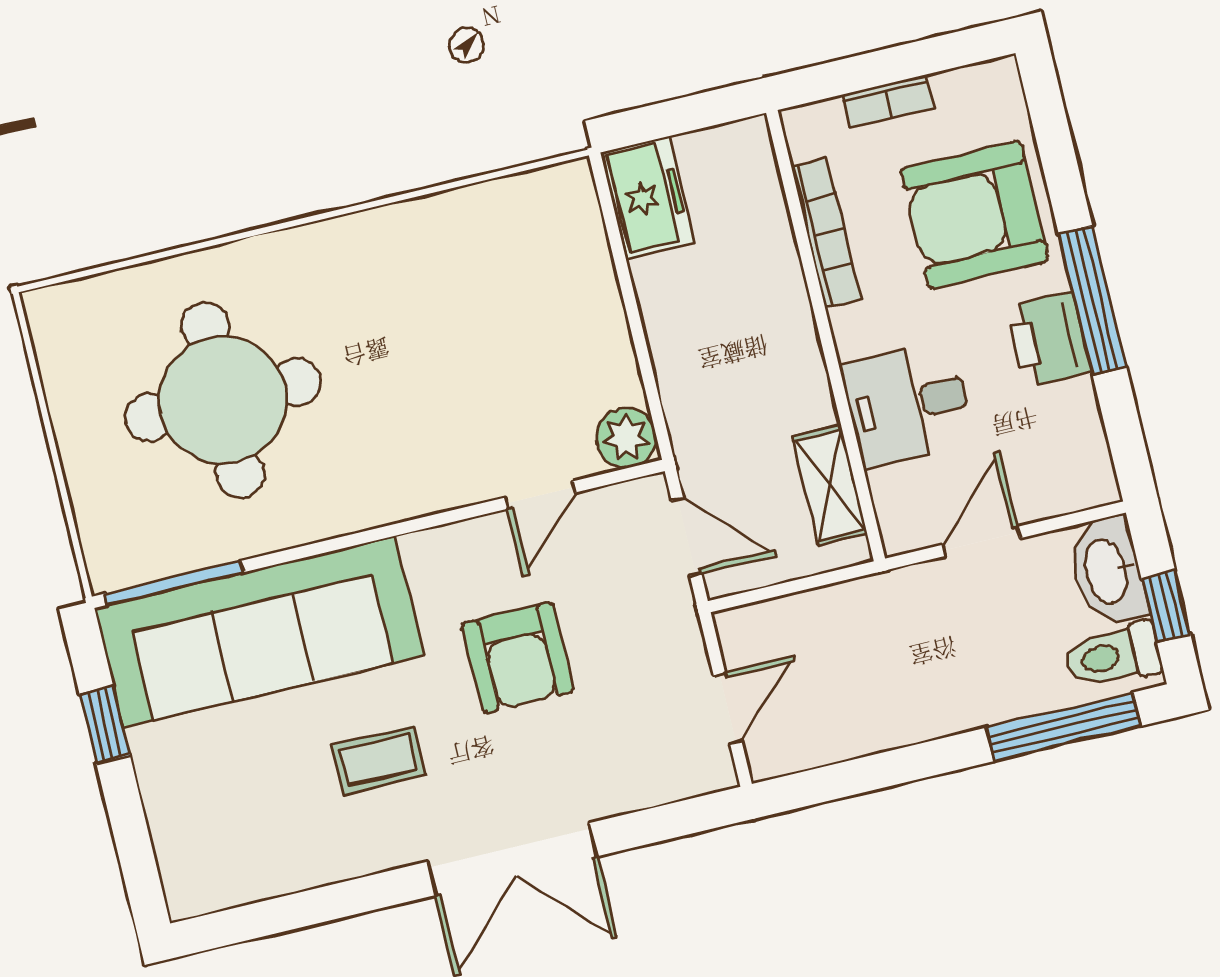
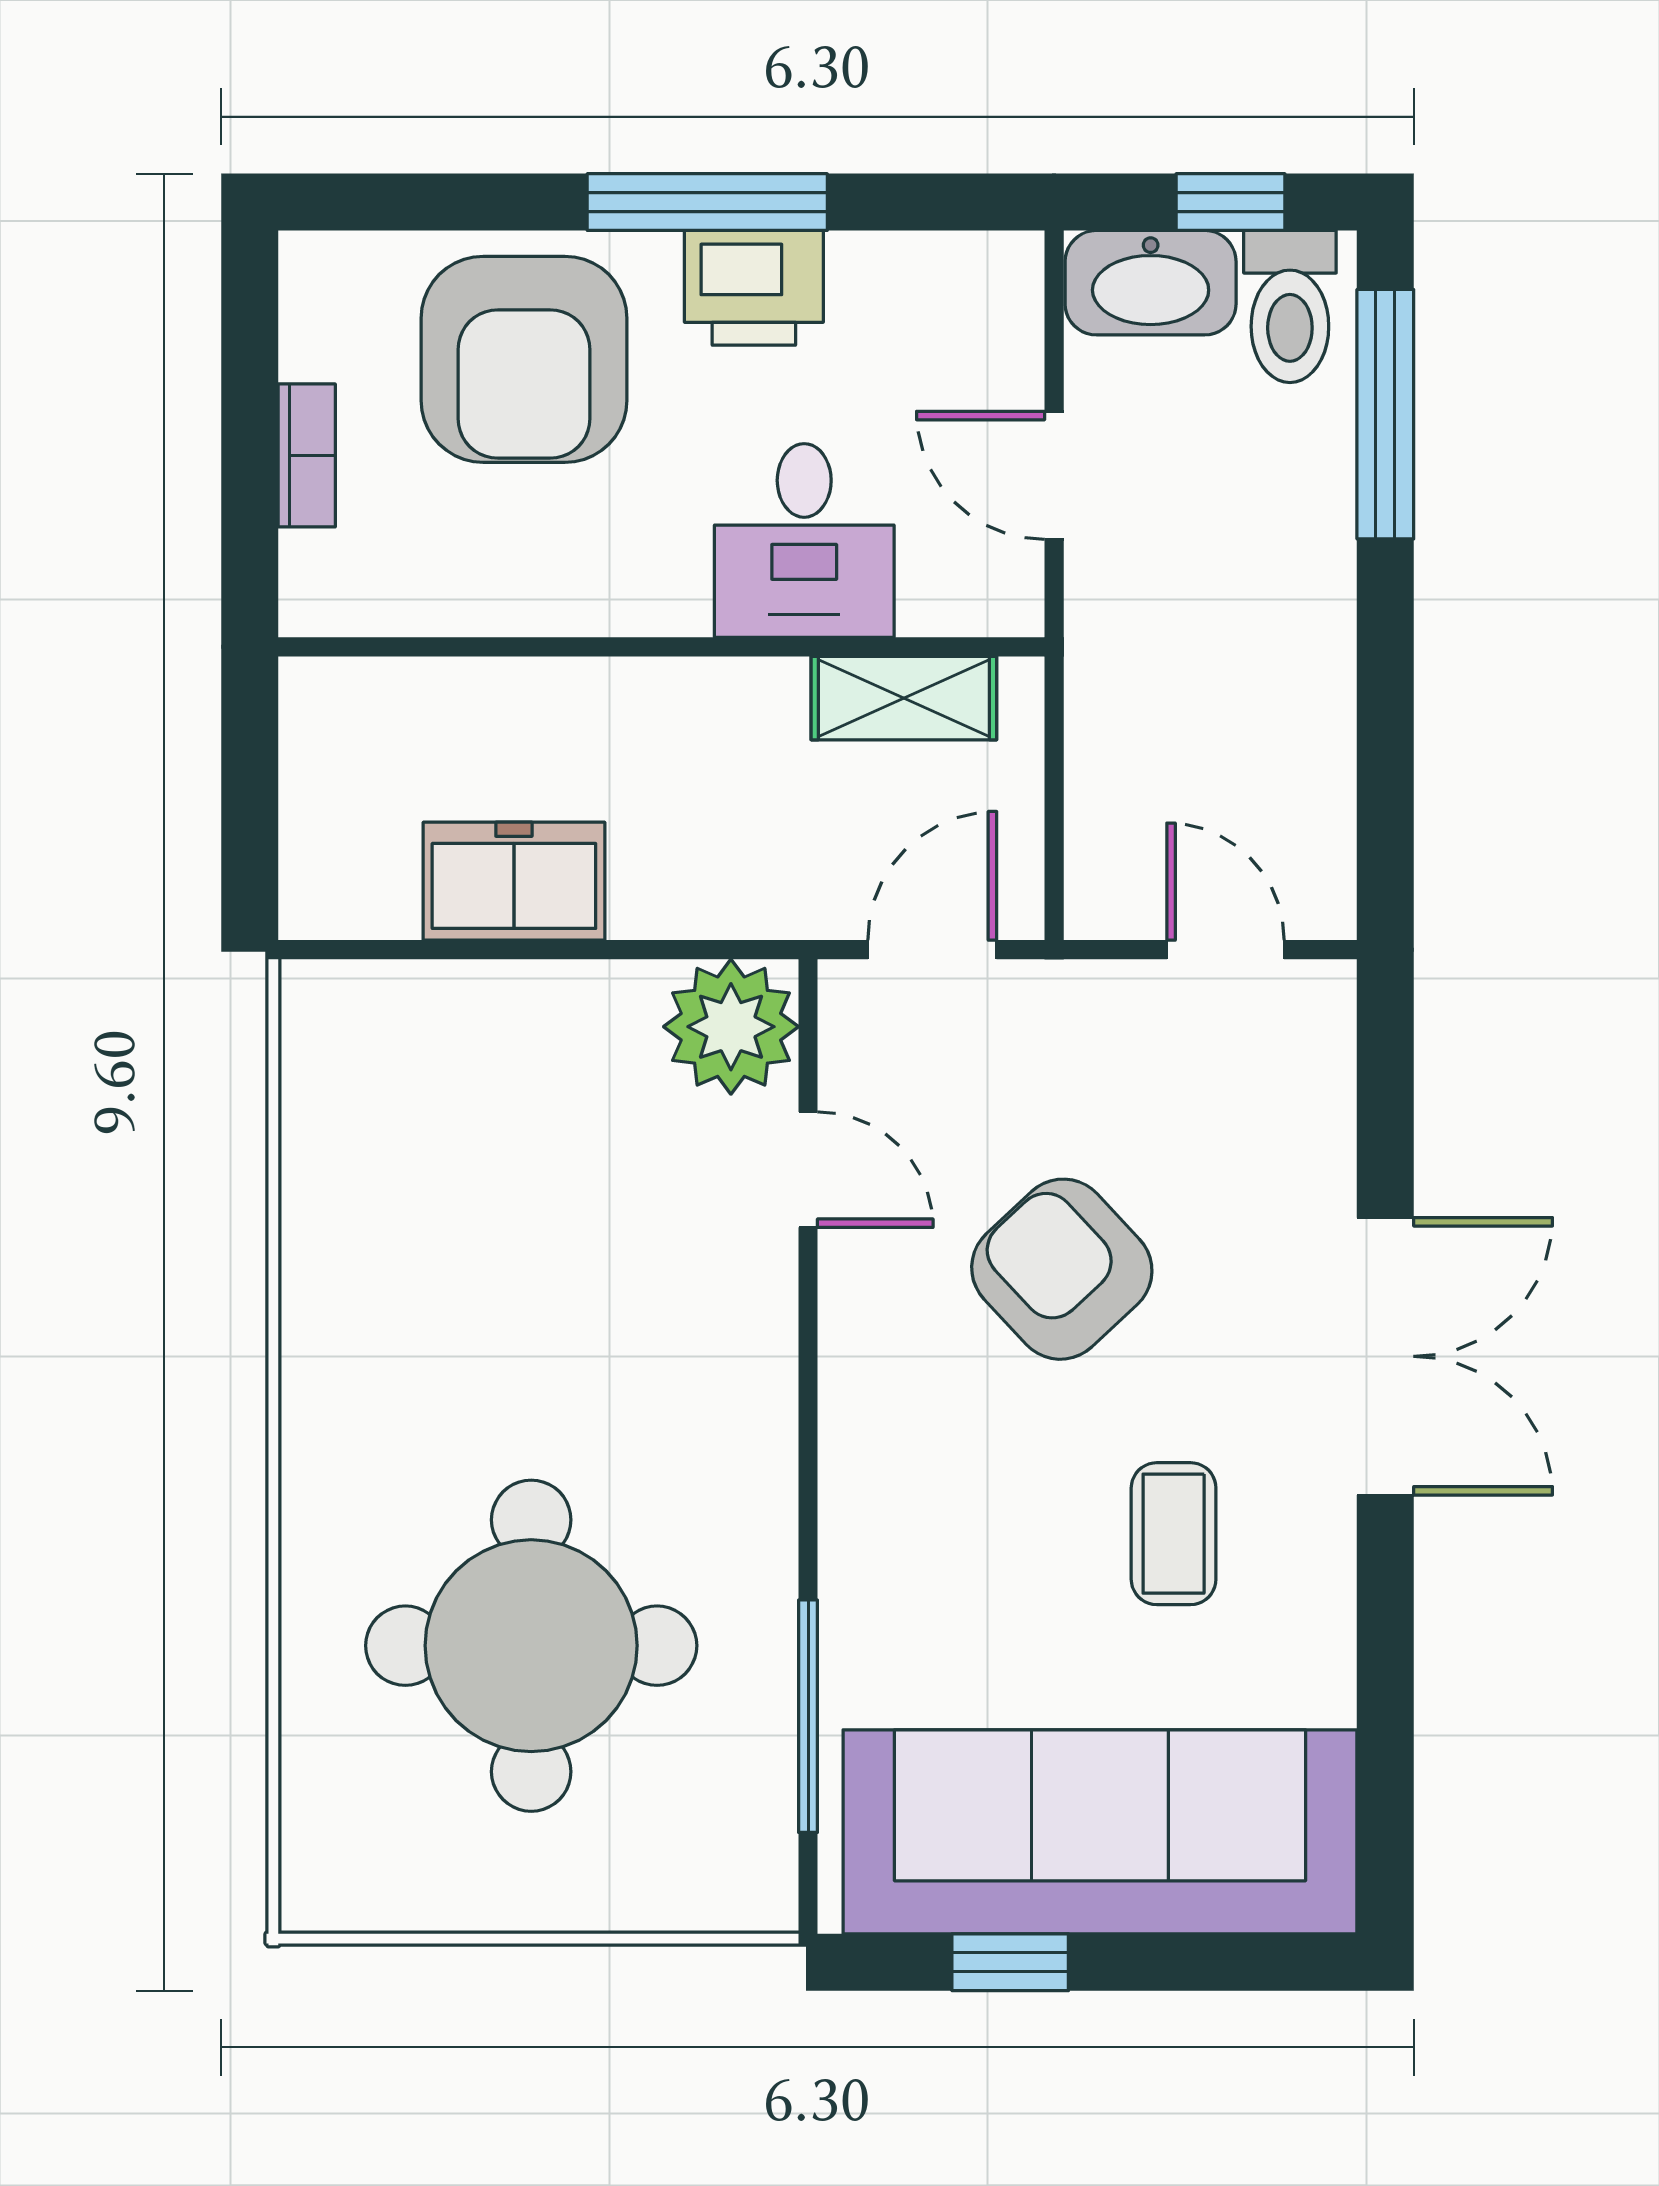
freezer: (647, 197) -> (514, 881), moved
bookcase: (826, 233) -> (496, 607), removed
plant: (626, 438) -> (731, 1027), width x1.36, depth x1.36
window: (173, 583) -> (808, 1716), moved
sofa: (259, 632) -> (1100, 1832), moved, turned -90
armchair: (518, 658) -> (1062, 1269), turned -133

